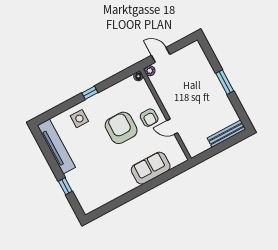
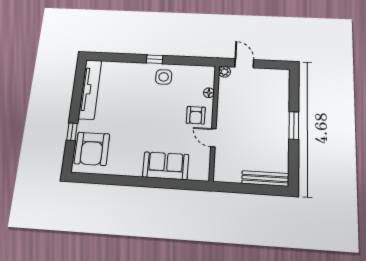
floor lamp: (138, 76) -> (209, 93), moved
side table: (79, 119) -> (164, 77), moved
armchair: (121, 128) -> (92, 149), moved, turned 180

